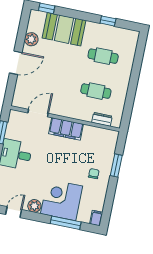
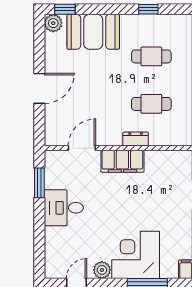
plant: (31, 39) -> (53, 23), moved
dresser: (102, 119) -> (136, 139), moved
chair: (94, 174) -> (171, 212), removed

